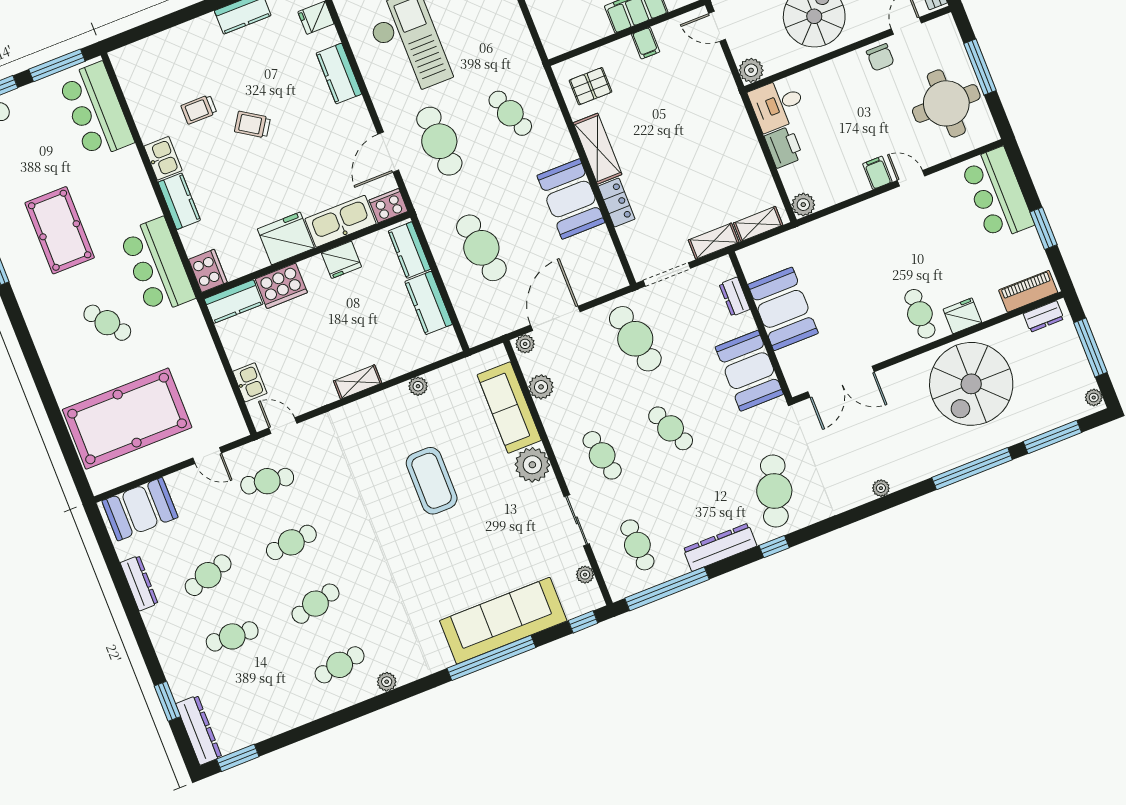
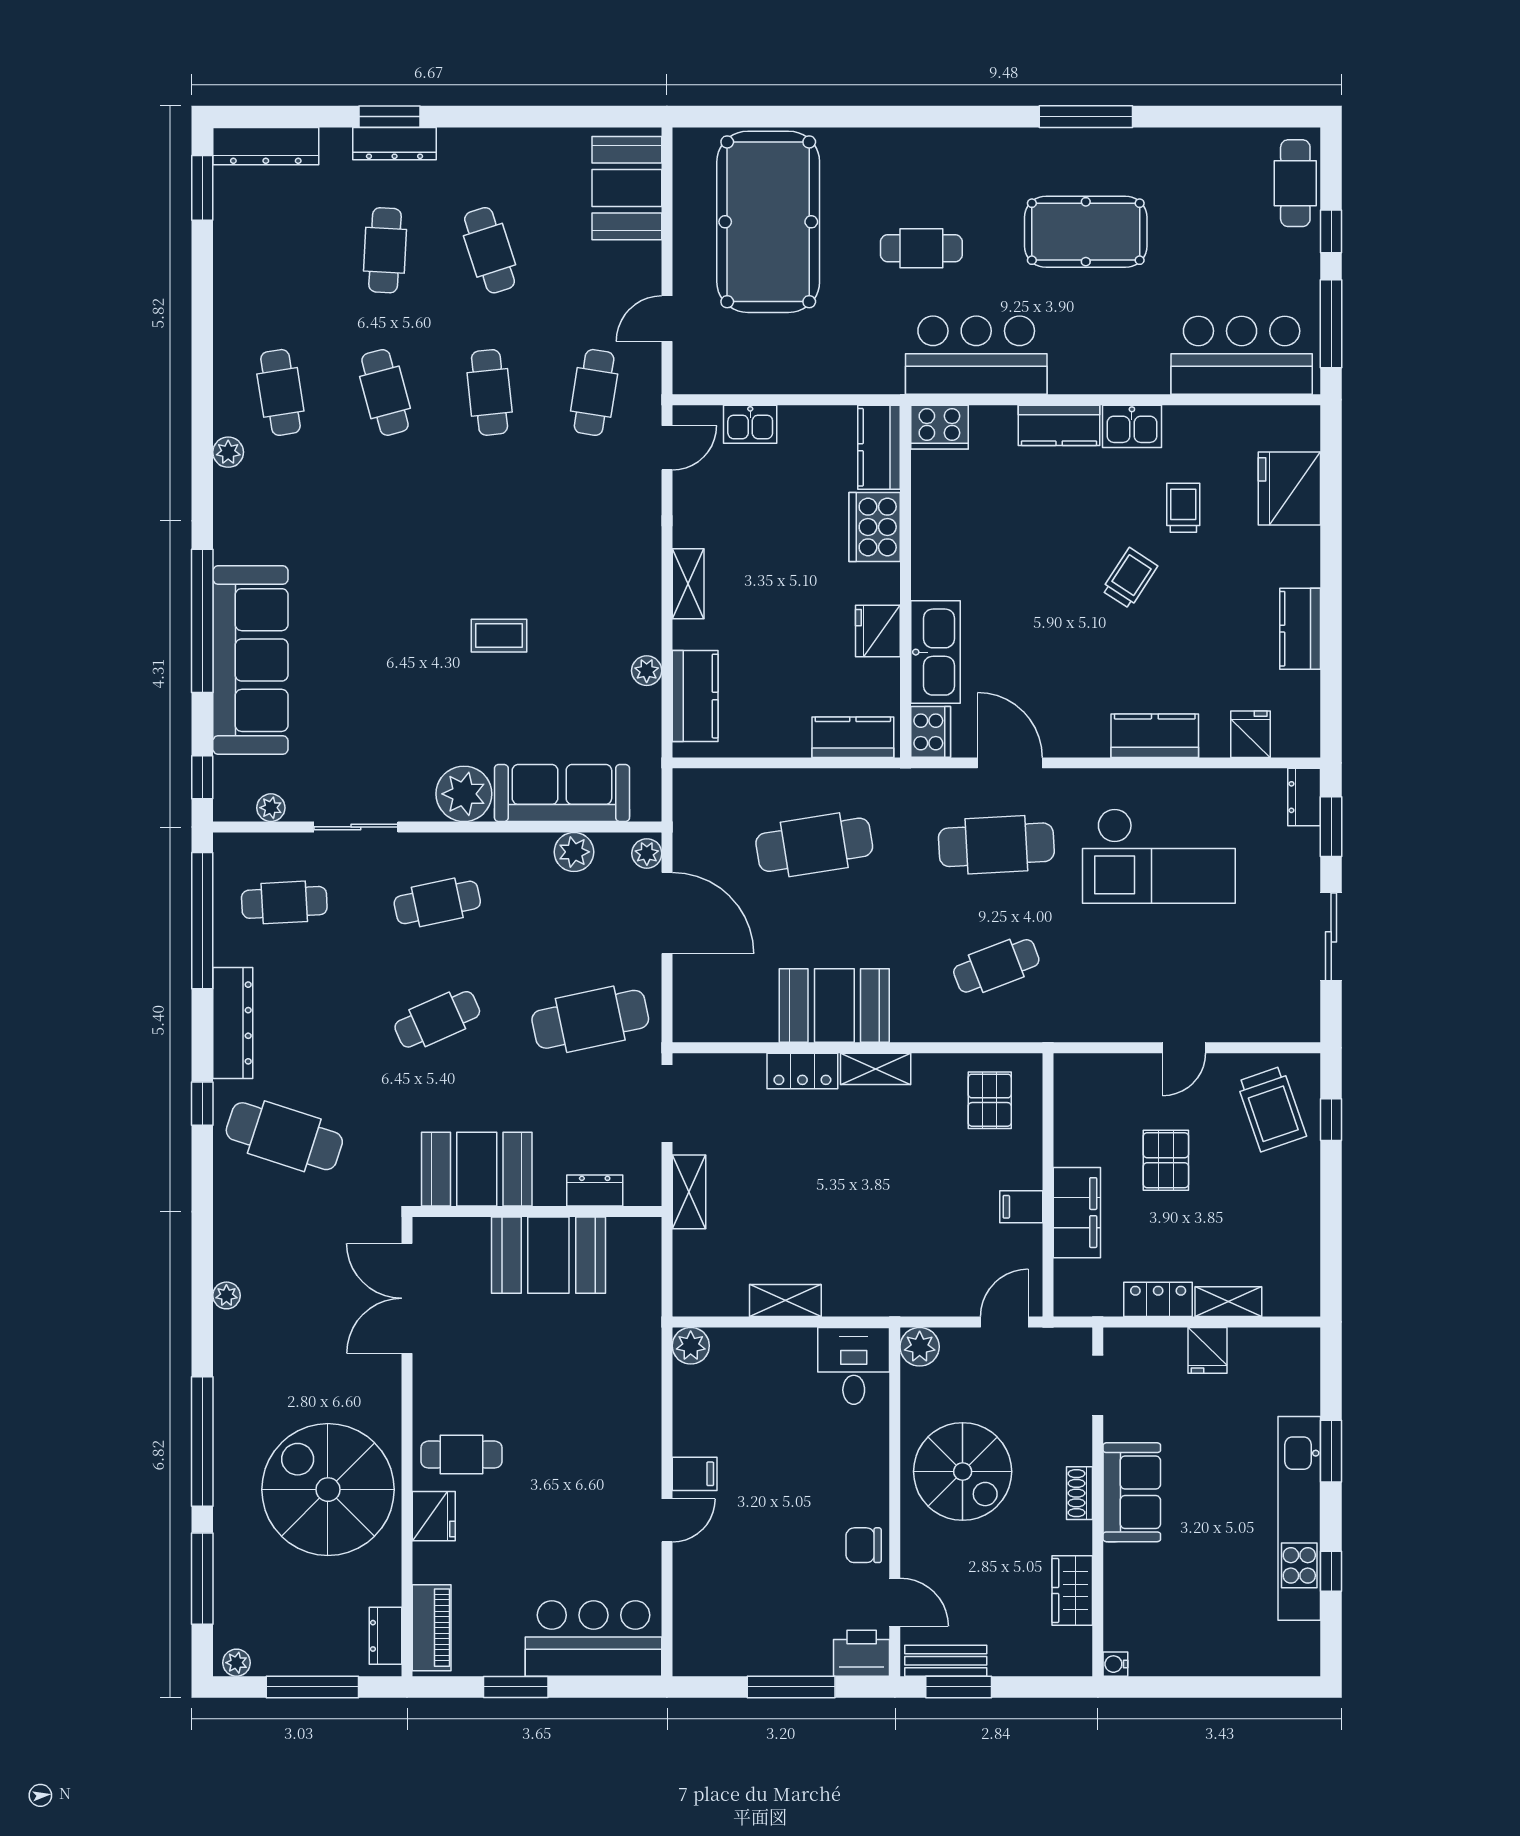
round table: (946, 103) -> (757, 1616), removed
printer: (784, 147) -> (862, 1653), moved, turned 180
shelving: (598, 149) -> (876, 1069), width x0.67, depth x0.75
shelving: (758, 224) -> (785, 1300), moved, turned 90
fridge: (286, 238) -> (1289, 488), moved, turned 180
kitchen counter: (429, 303) -> (695, 696), moved, turned 90
cafe table: (107, 323) -> (921, 248), turned 37
coffee table: (432, 481) -> (499, 636), width x0.54, depth x0.58
dresser: (139, 583) -> (395, 144), moved
window: (167, 701) -> (390, 117), moved

